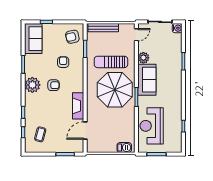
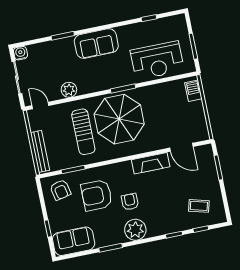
armchair: (63, 62) -> (97, 195), width x1.88, depth x1.88
sofa: (147, 80) -> (96, 44), moved, turned 180

